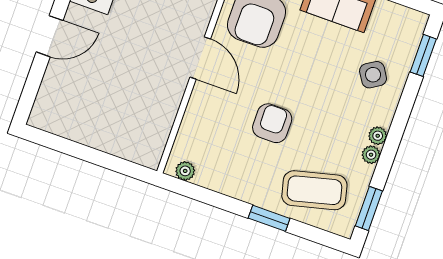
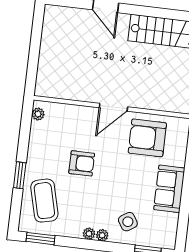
plant: (371, 155) -> (102, 235), moved

